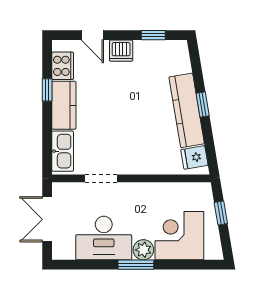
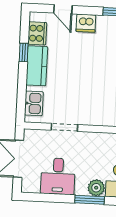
kitchen sink: (63, 151) -> (34, 103), width x0.73
desk: (104, 238) -> (58, 176), width x0.73

